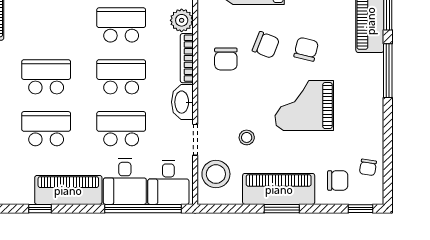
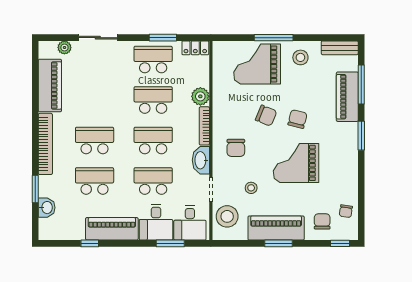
chair: (226, 59) -> (236, 148), moved
window: (388, 71) -> (361, 136), width x0.69
chair: (338, 180) -> (322, 221), turned -90
window: (143, 209) -> (170, 243), width x0.47

